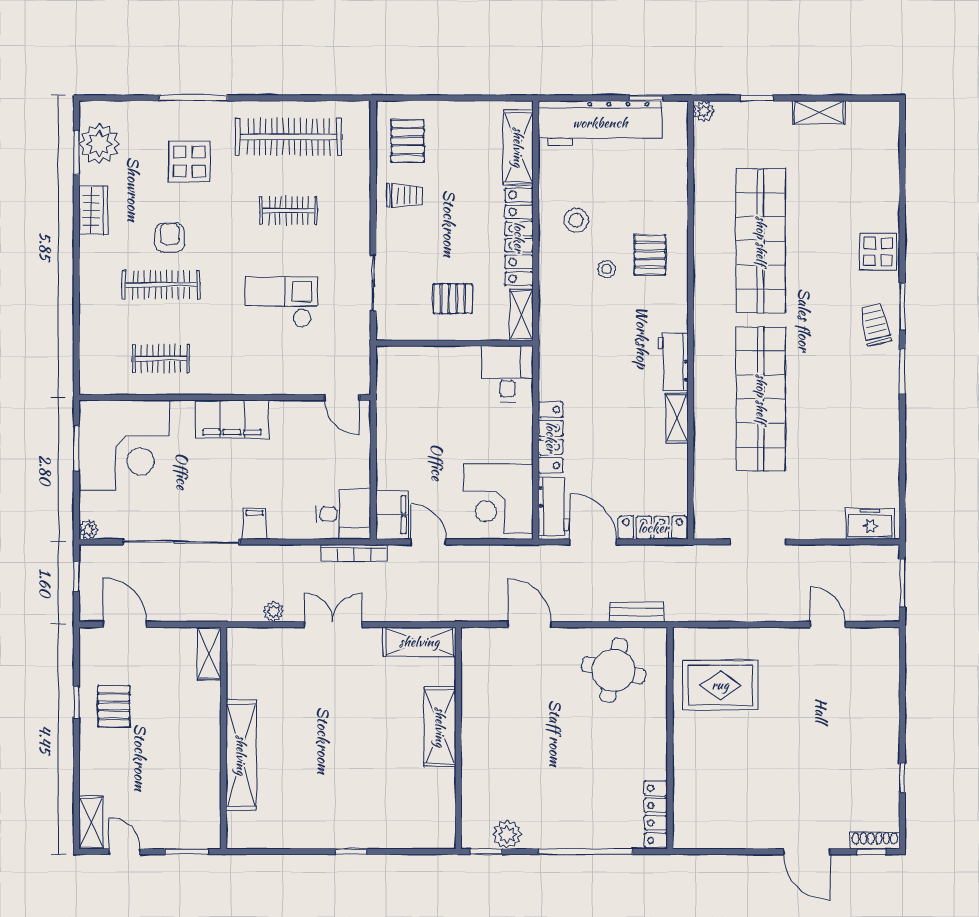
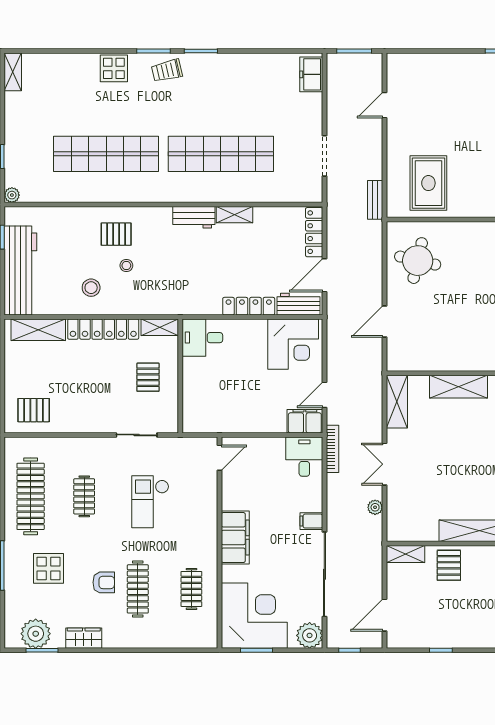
shelving: (819, 112) -> (13, 72), moved
trolley: (405, 195) -> (73, 412), removed
armchair: (170, 238) -> (104, 582), turned 180
plant: (89, 530) -> (310, 635), width x1.88, depth x1.88
bench: (637, 612) -> (375, 200), moved
pallet: (114, 706) -> (449, 565), moved, turned 90

